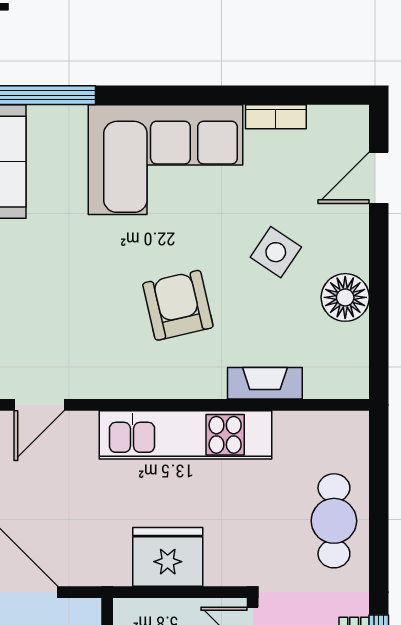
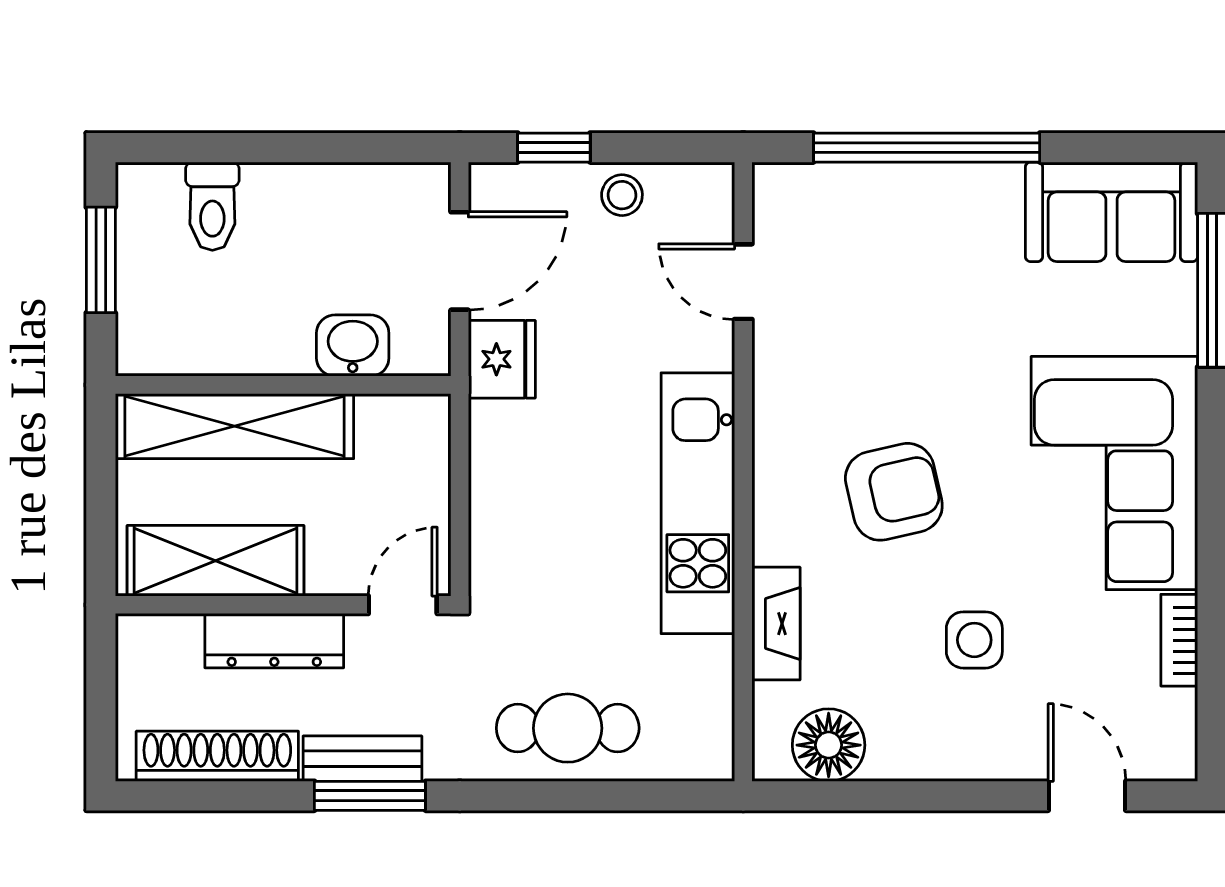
side table: (276, 252) -> (974, 640), turned -34
floor lamp: (345, 297) -> (829, 745), moved
fridge: (168, 557) -> (502, 359), moved, width x0.73, depth x0.75

